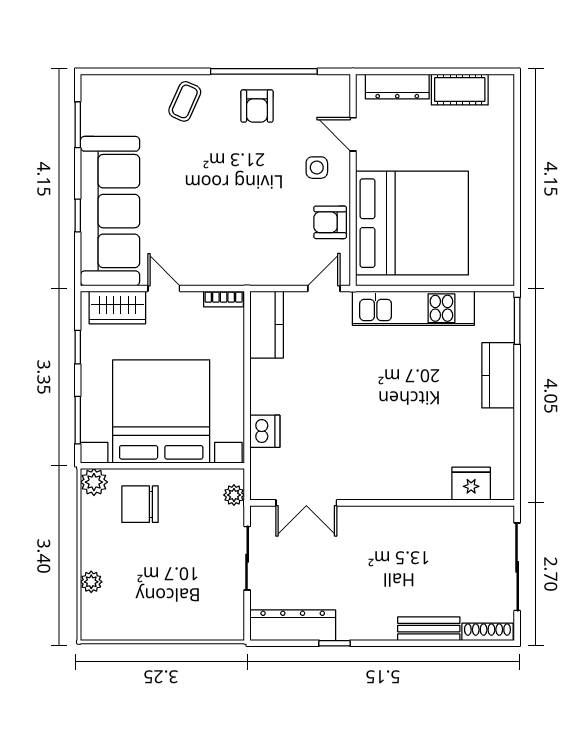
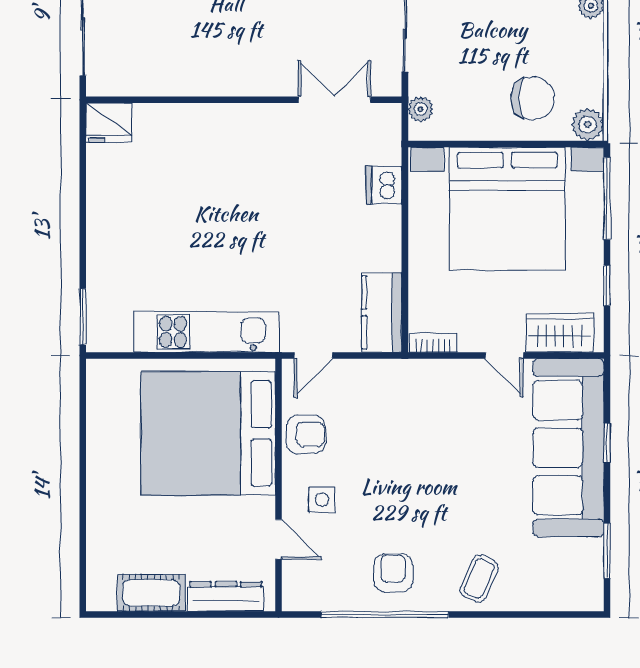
kitchen counter: (498, 375) -> (105, 252), removed
window: (78, 420) -> (607, 198), width x1.44
fridge: (471, 484) -> (109, 123), moved

